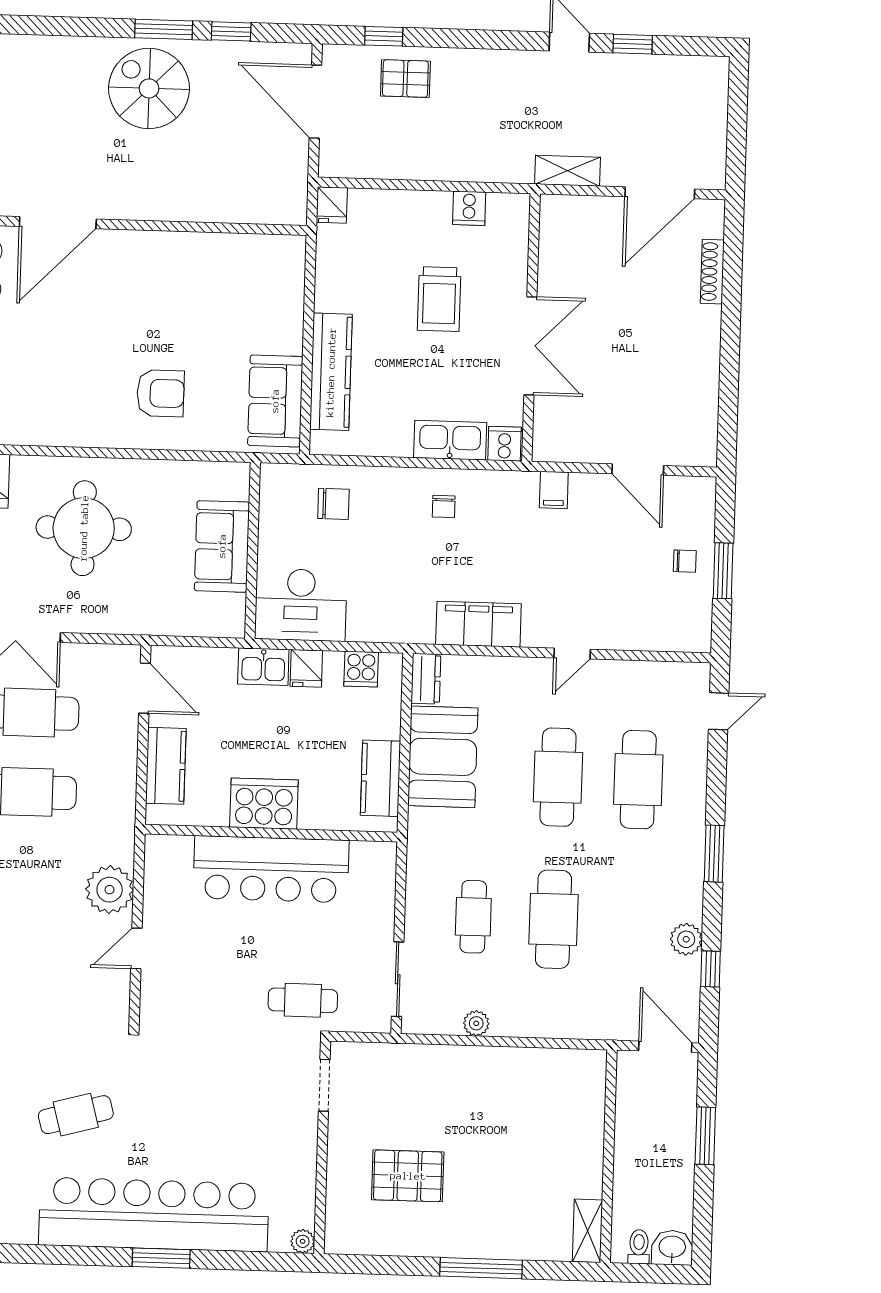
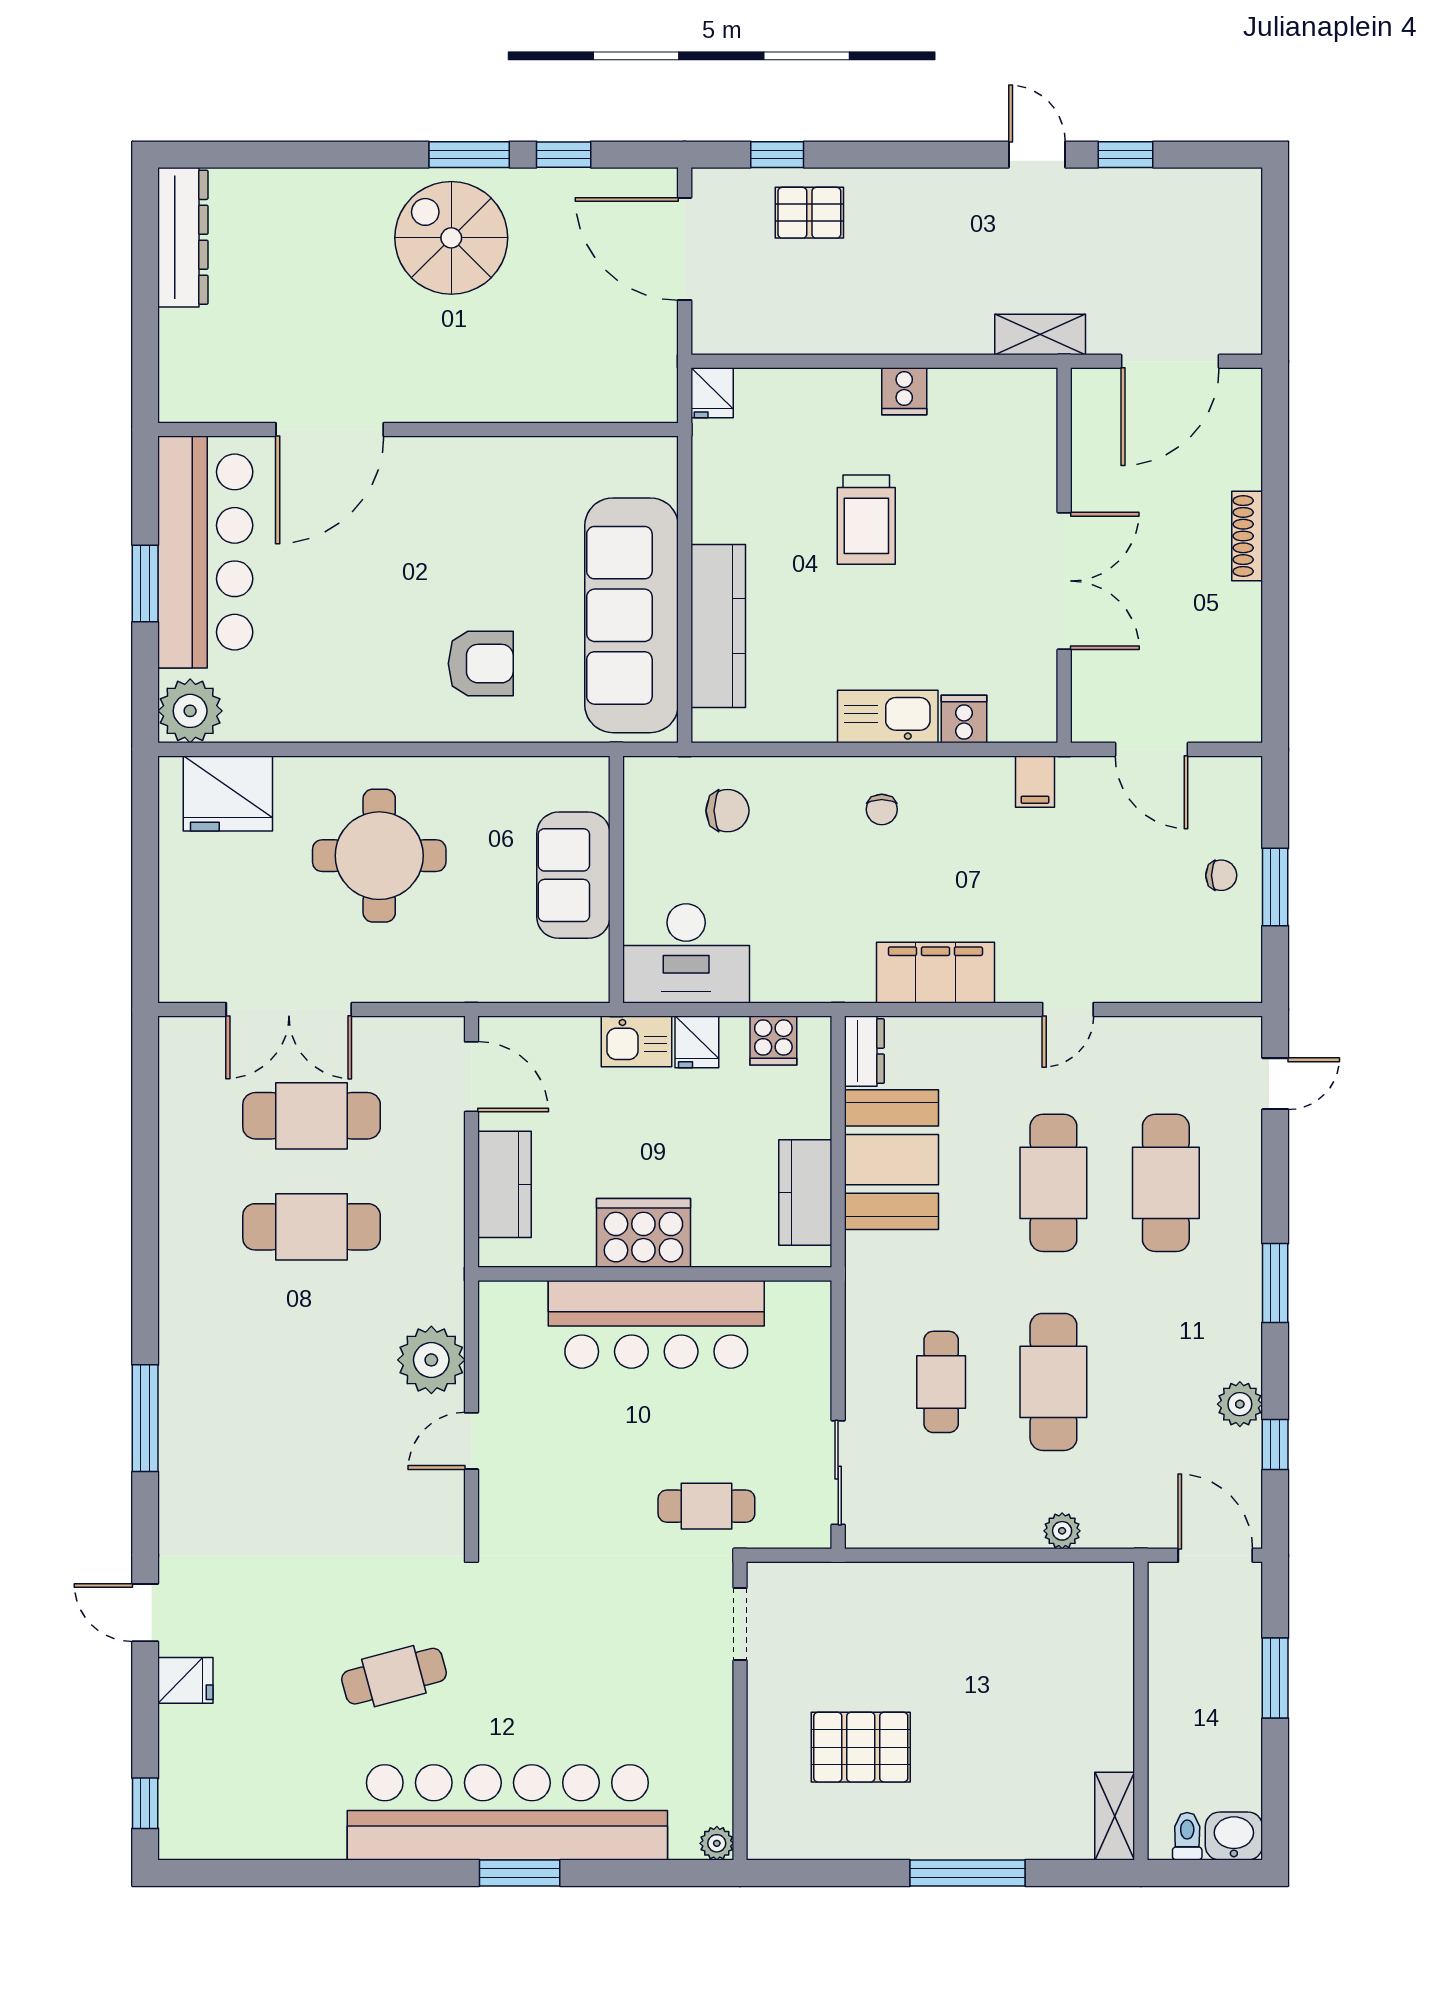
shoe rack: (712, 272) -> (1247, 536), moved
wall: (531, 328) -> (1064, 555), moved
double door: (530, 346) -> (1064, 581), moved
sofa: (275, 401) -> (632, 615), width x1.85, depth x1.27
plant: (476, 1023) -> (1062, 1531), moved

